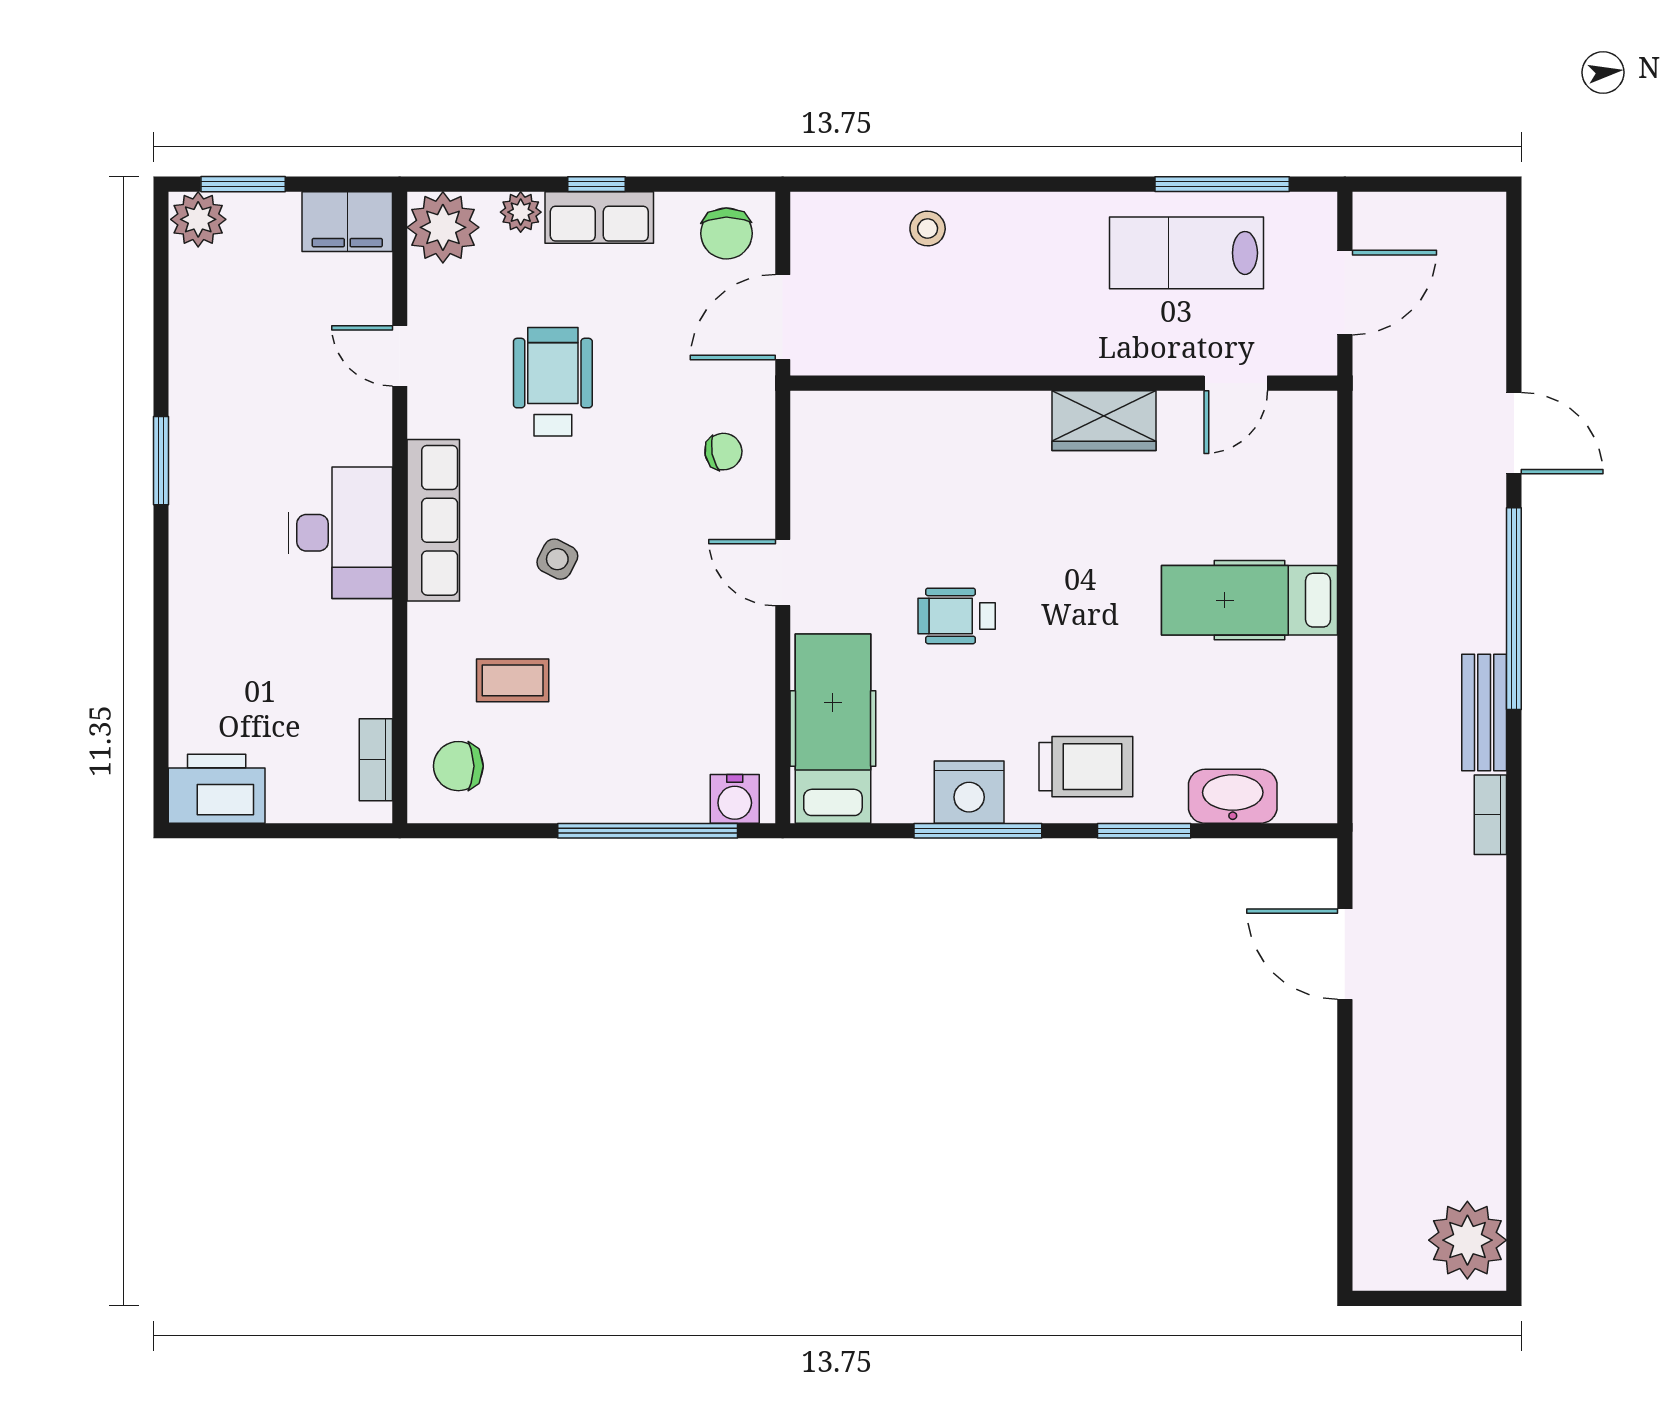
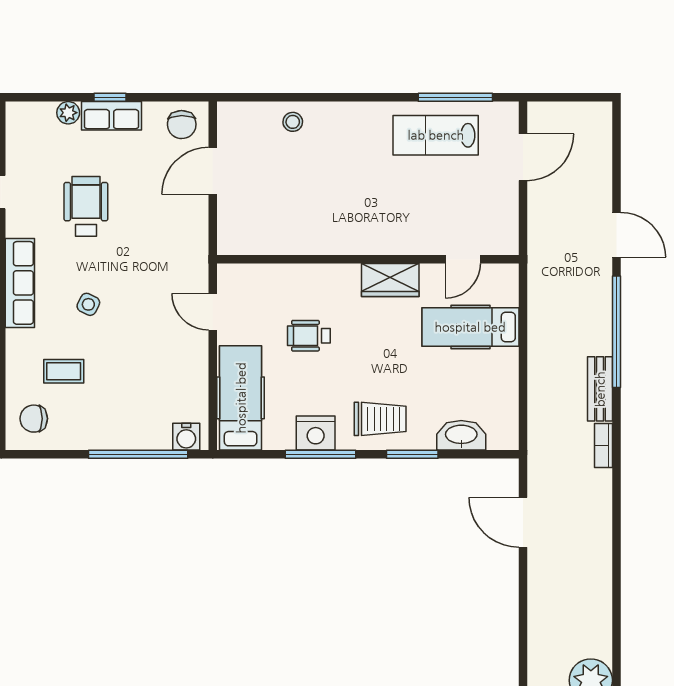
plant: (443, 227) -> (25, 121), removed
wall: (1064, 383) -> (368, 259), moved
door: (1236, 383) -> (463, 259), moved
wardrobe: (1104, 421) -> (390, 280), moved
chair: (723, 452) -> (180, 245), removed

